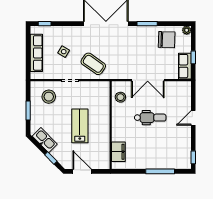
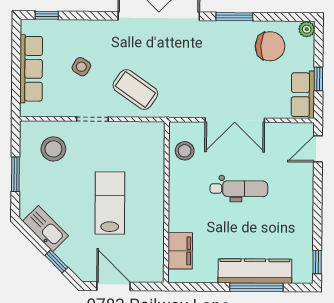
door: (193, 118) -> (318, 149), moved
kitchen counter: (159, 163) -> (255, 271), added

